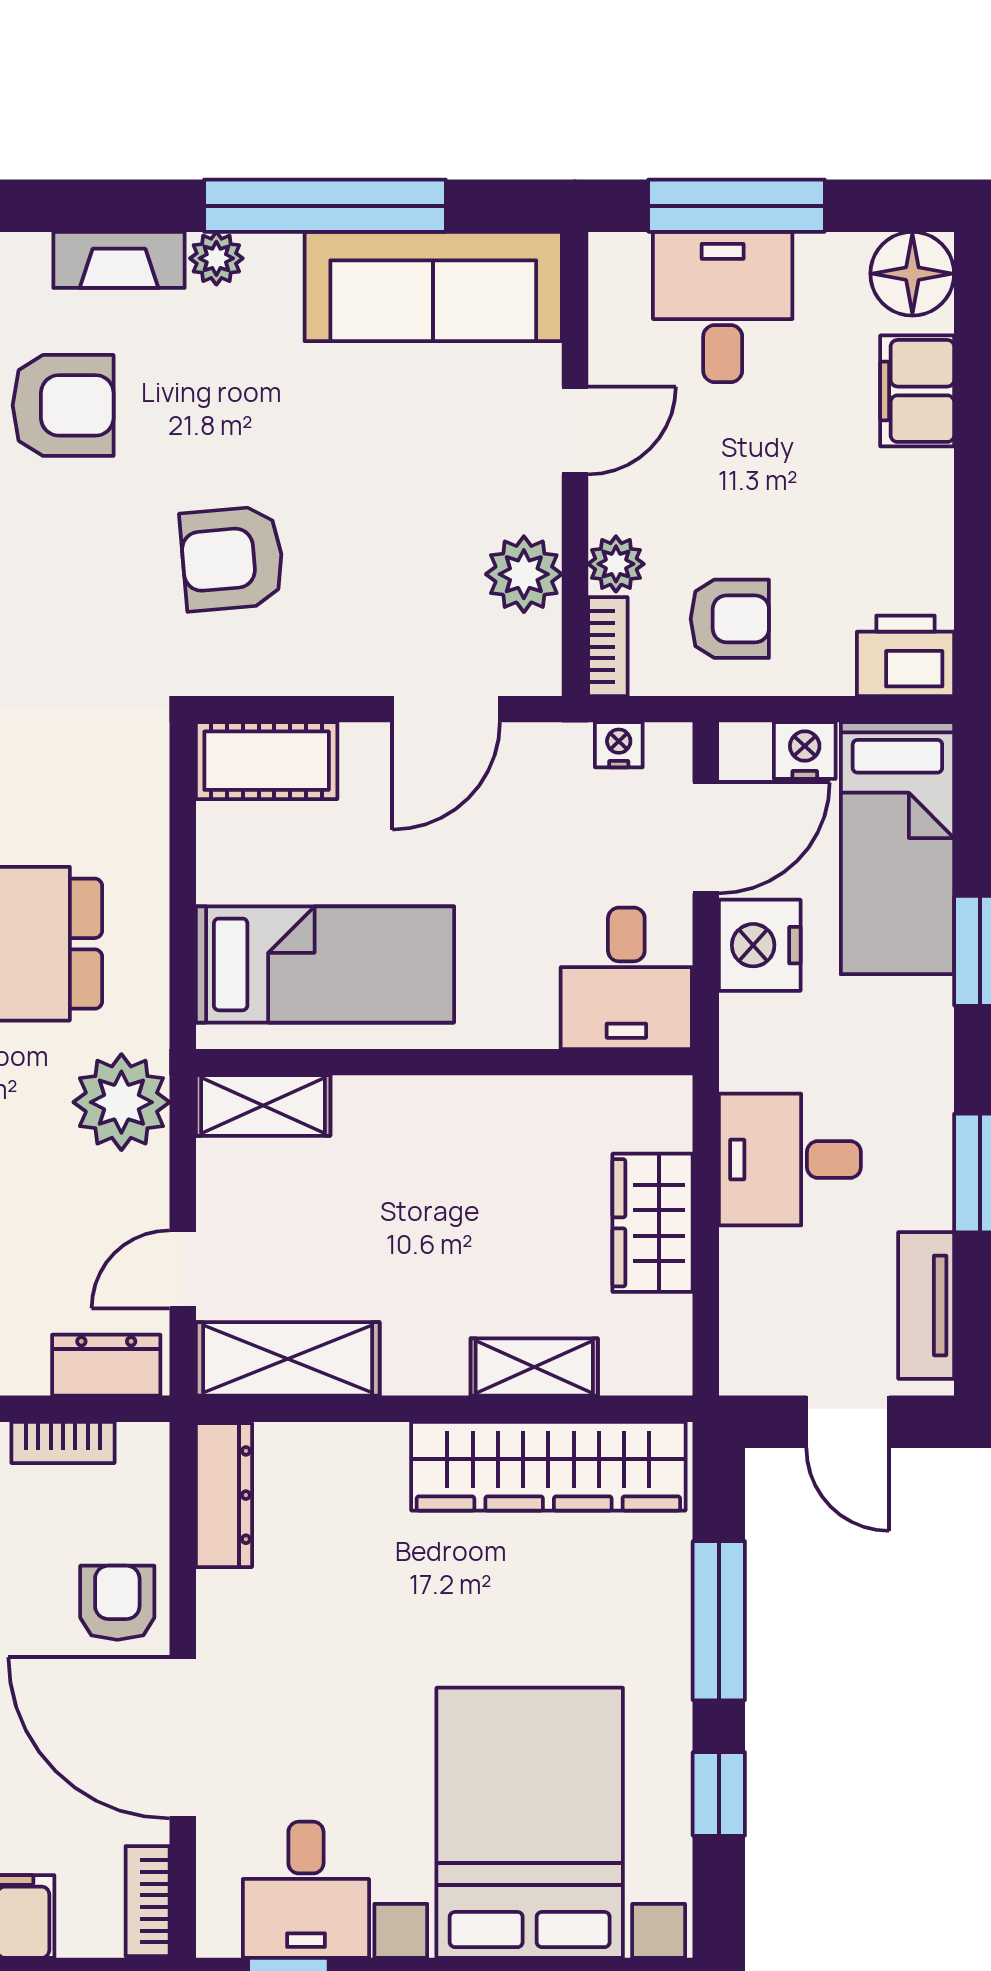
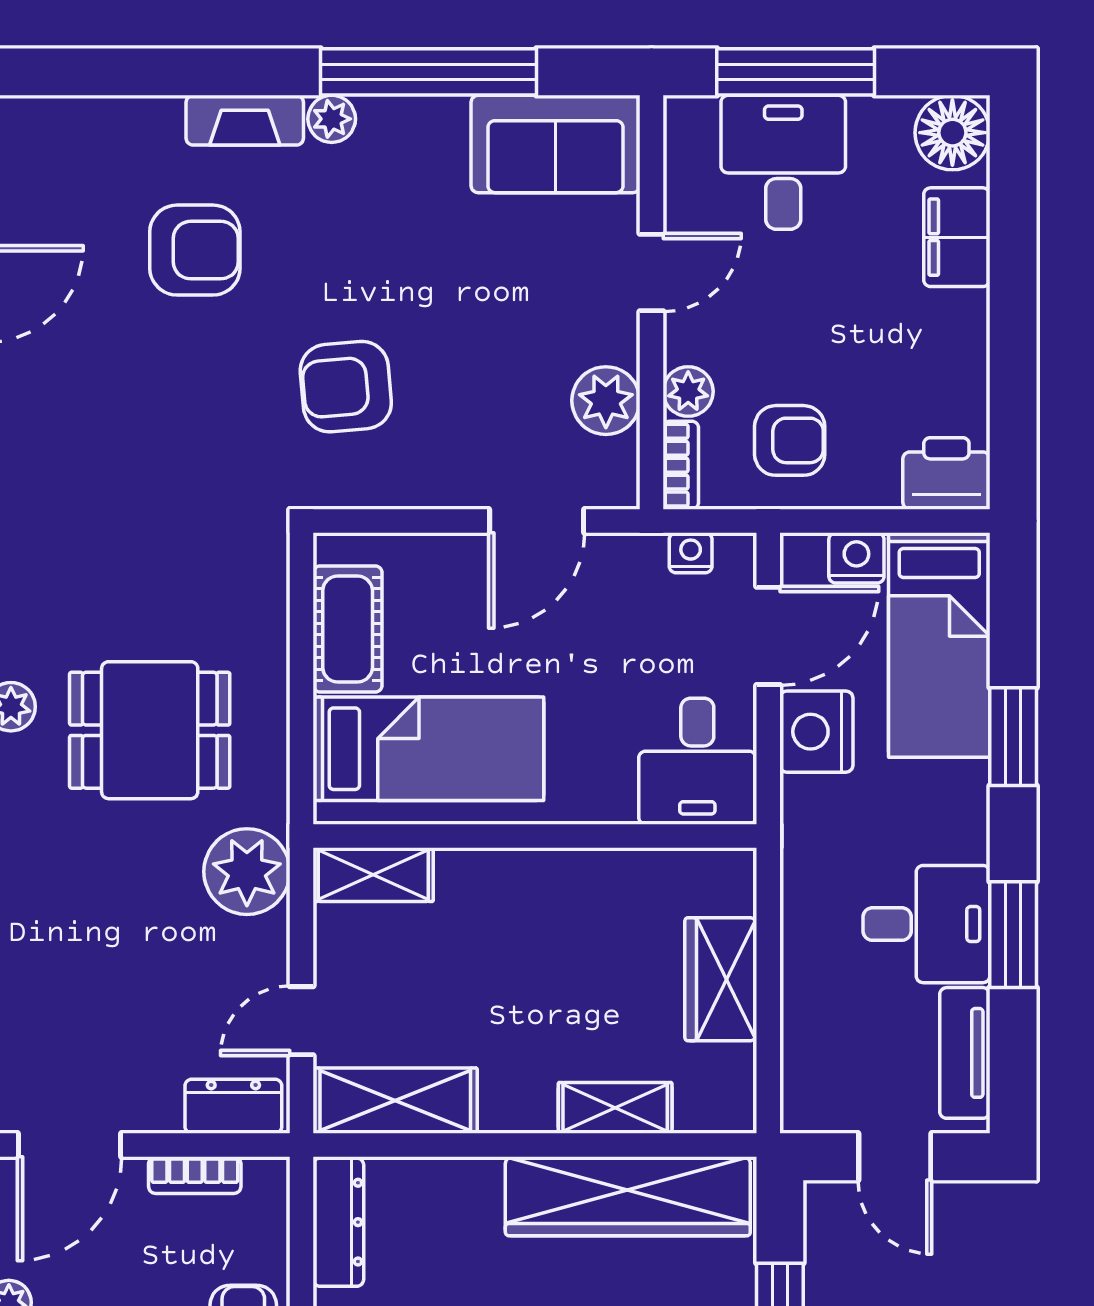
sofa: (433, 287) -> (556, 144), width x0.73
cot: (267, 761) -> (348, 629), moved, turned 90
desk: (790, 1160) -> (926, 924), moved, turned 180

